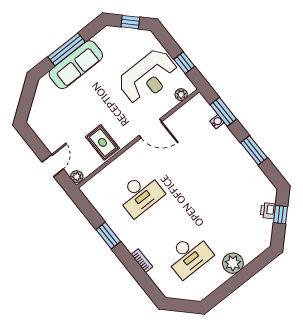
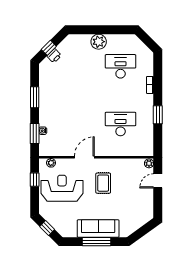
door: (150, 128) -> (84, 157), hinge flipped
rug: (103, 142) -> (103, 183), moved

